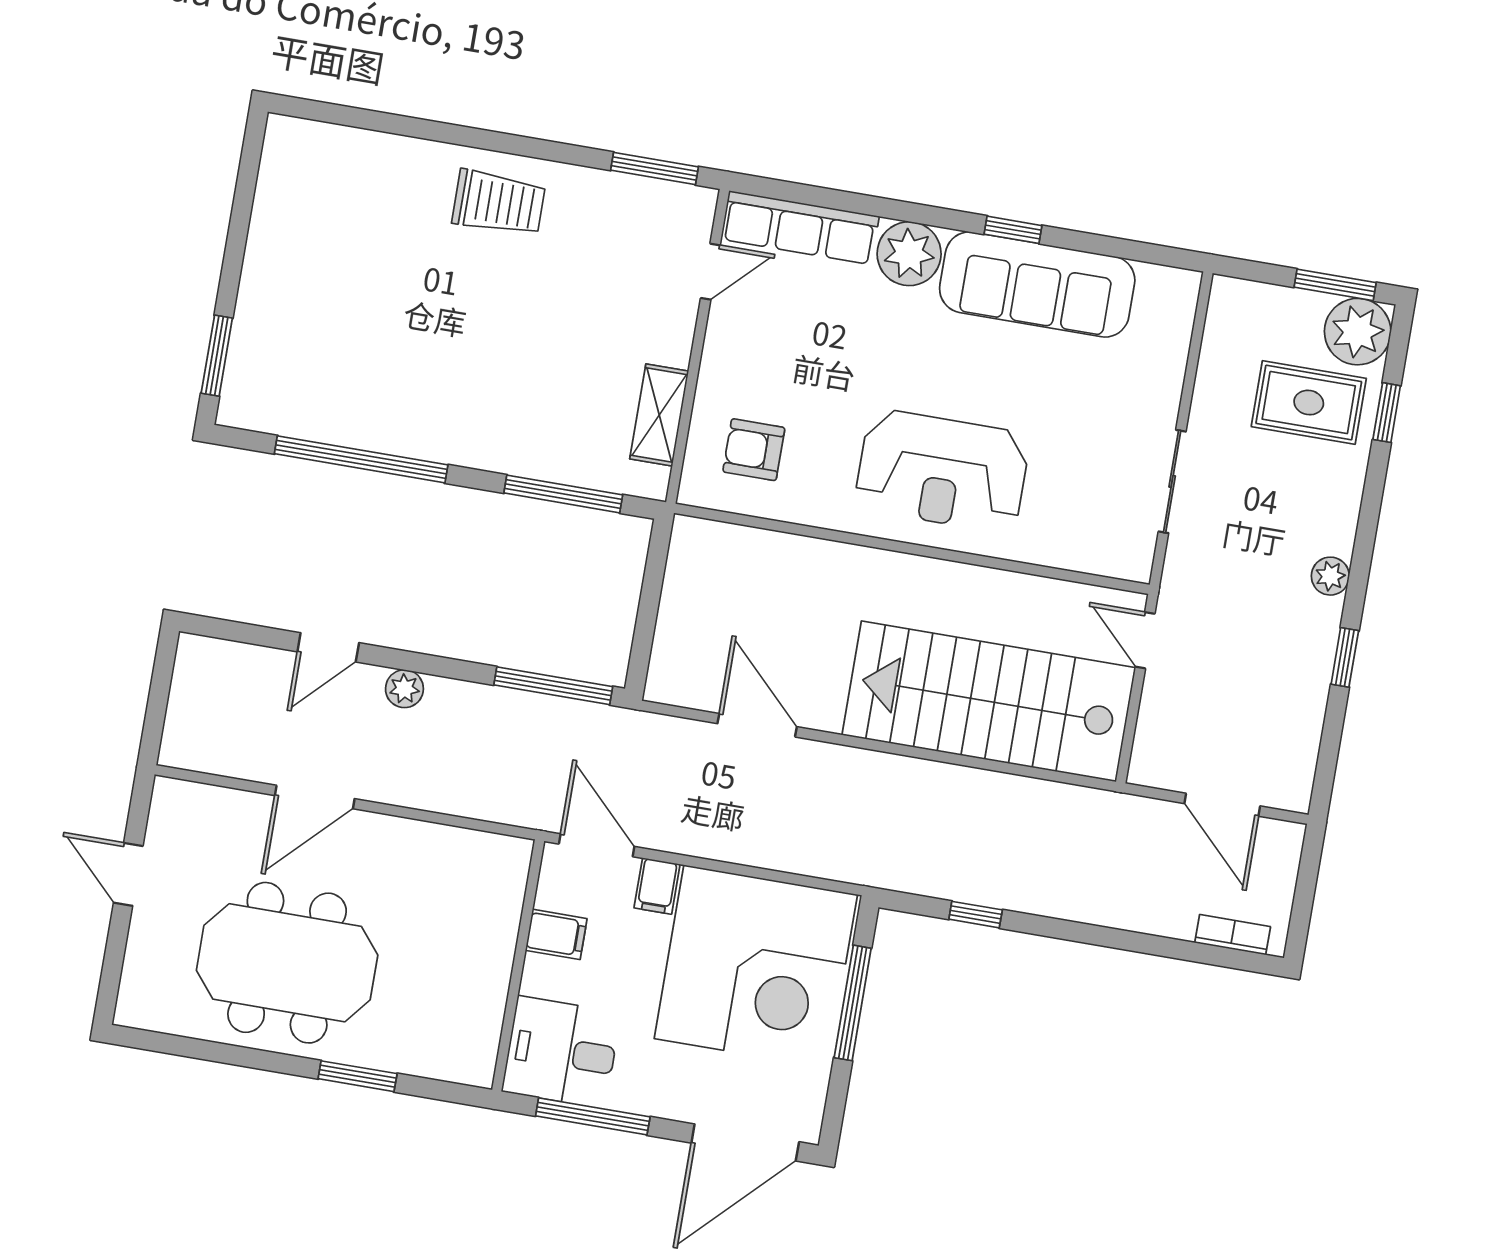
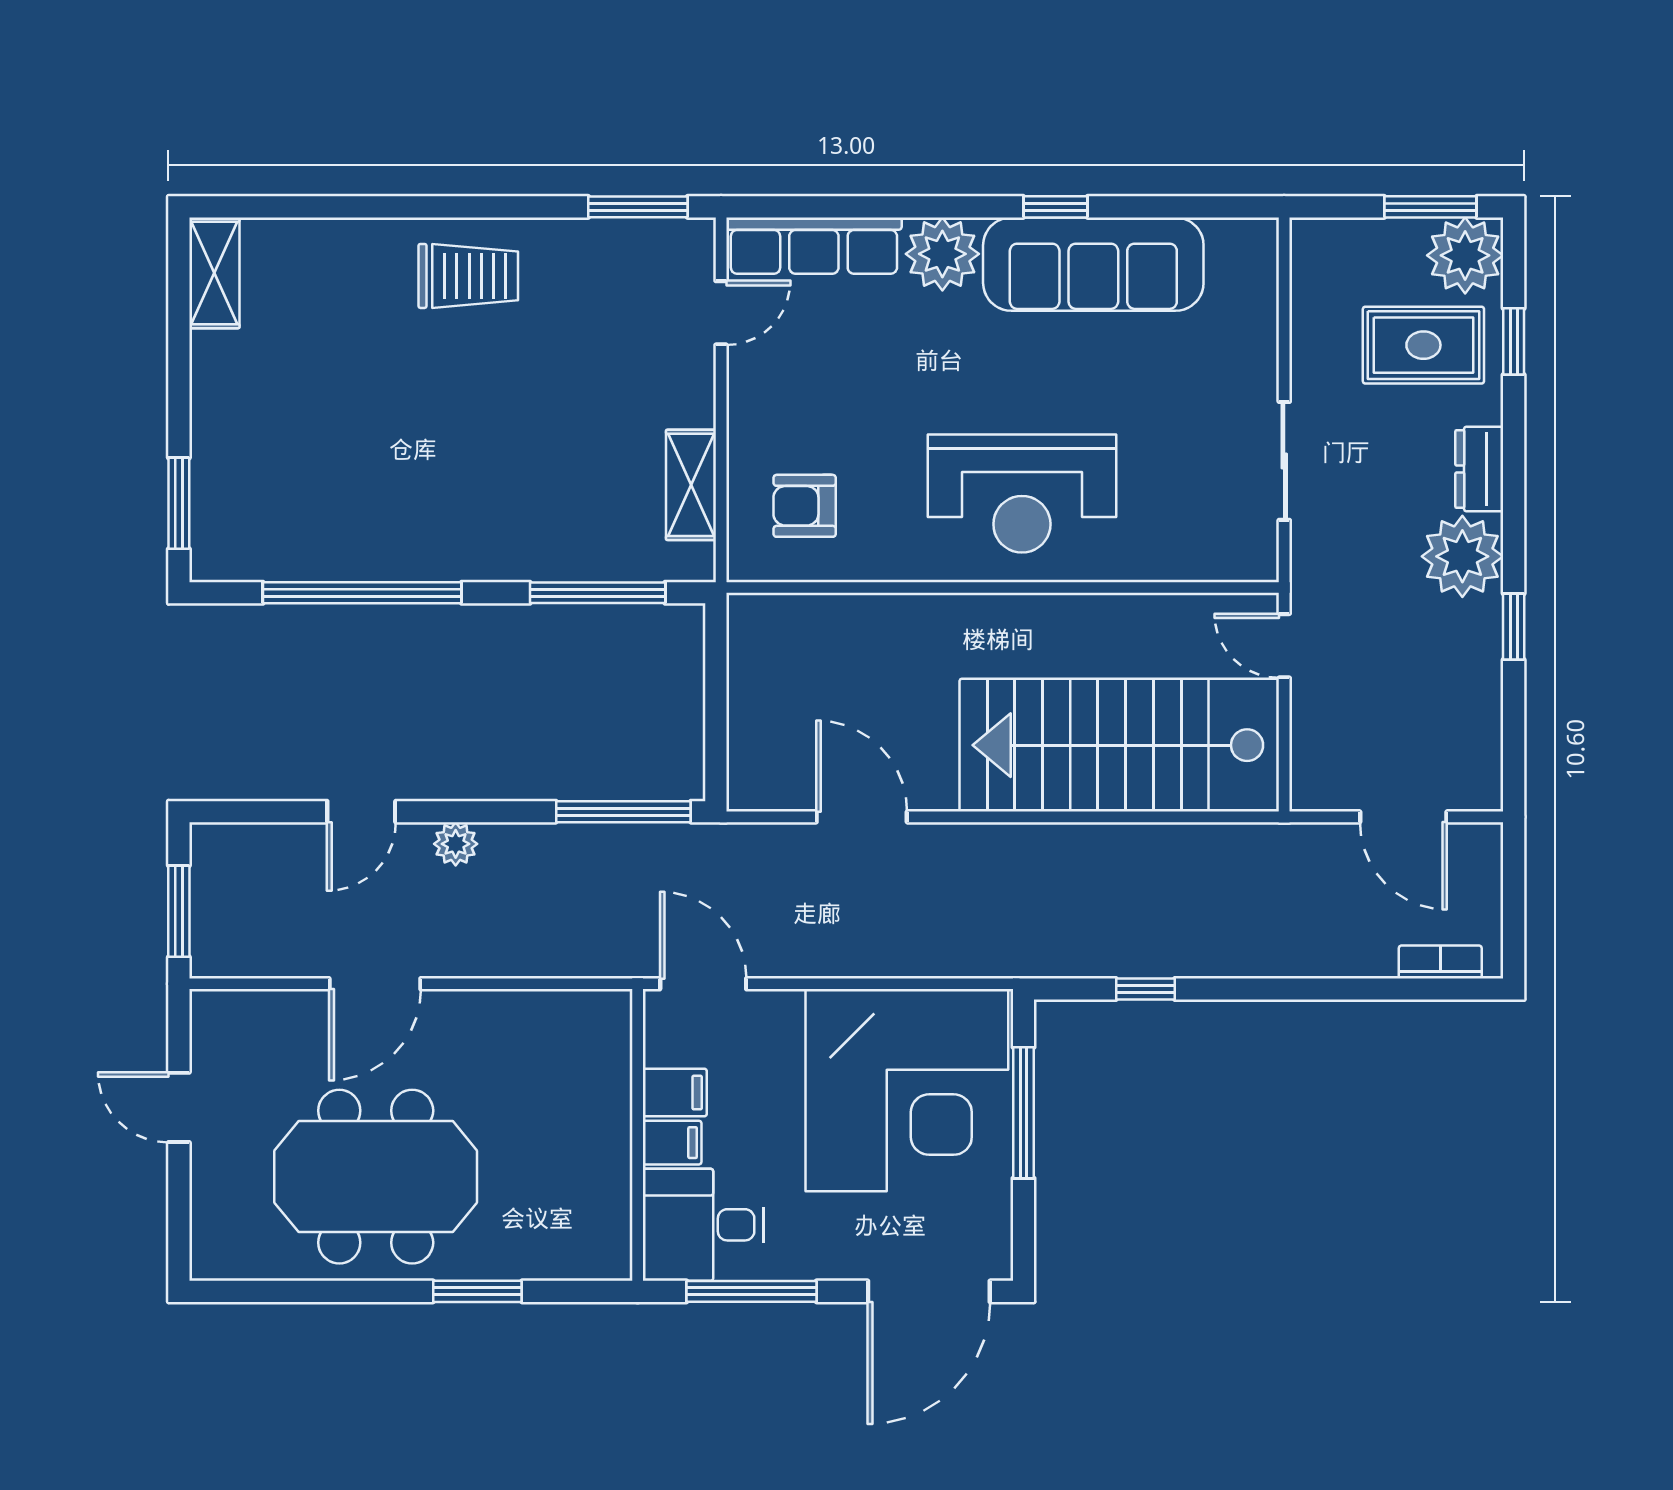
shelving: (281, 163) -> (214, 273), added
dresser: (1339, 517) -> (1479, 469), added
plant: (1330, 576) -> (1462, 556), width x1.87, depth x1.87
window: (157, 706) -> (179, 911), added
filing cabinet: (657, 886) -> (672, 1143), moved, turned -90

